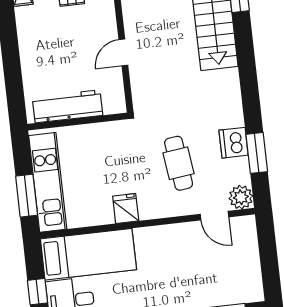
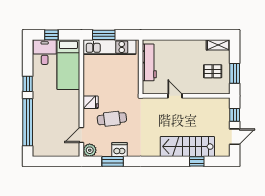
fridge: (126, 209) -> (91, 102), moved

